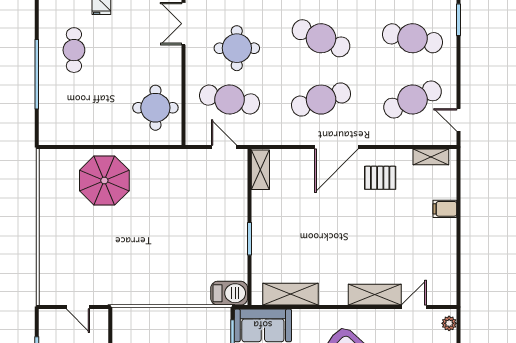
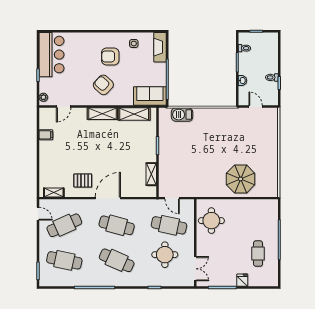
cafe table: (321, 100) -> (117, 225), turned 33
shelving: (260, 170) -> (151, 174), moved
filing cabinet: (445, 209) -> (46, 135), moved
barbecue: (229, 293) -> (182, 115), moved
shelving: (375, 295) -> (102, 114), moved

